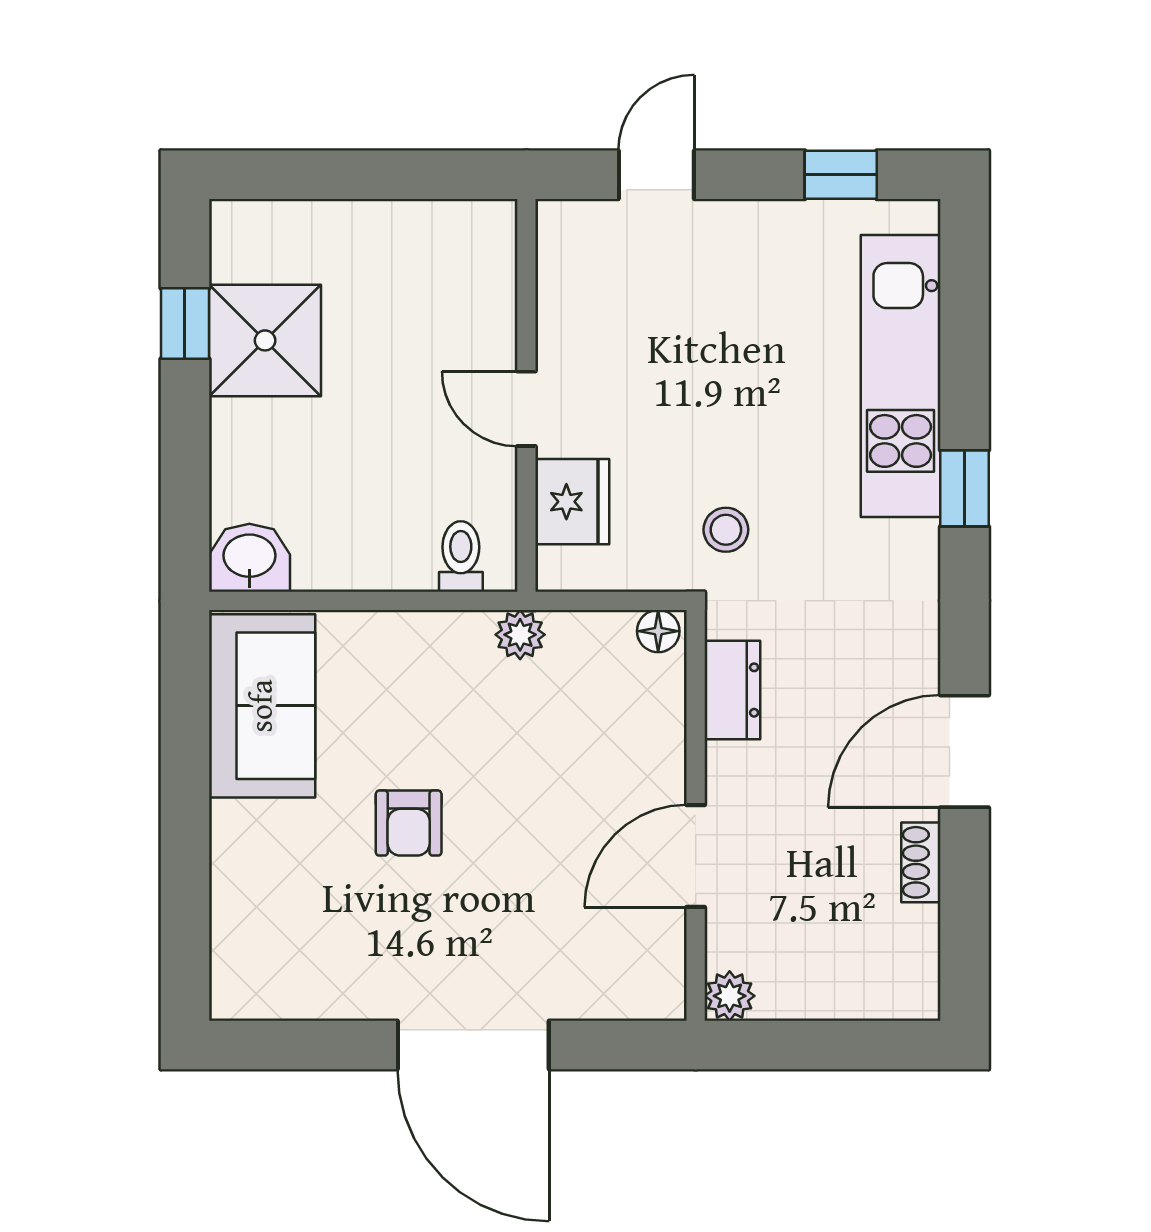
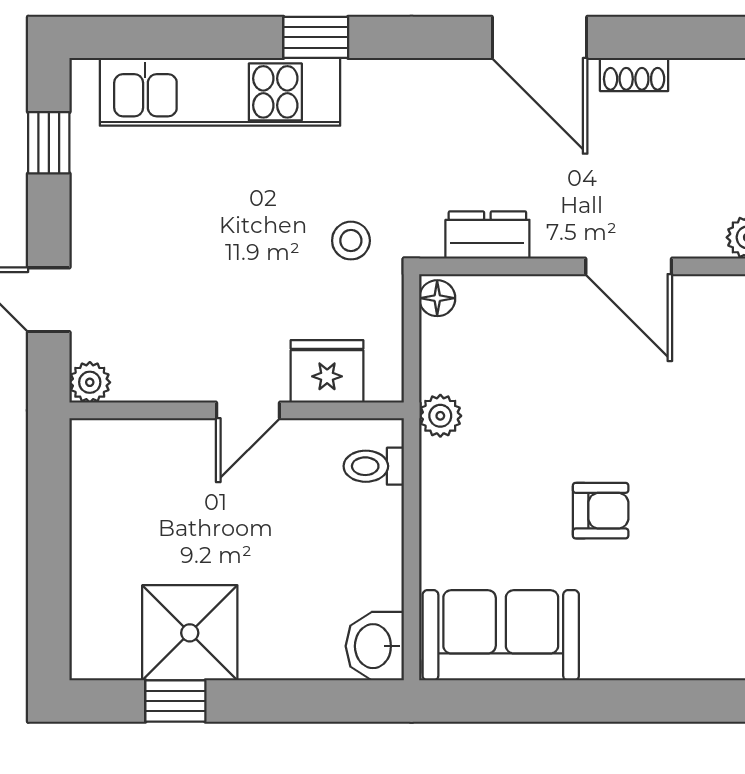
plant: (559, 223) -> (90, 382), added

